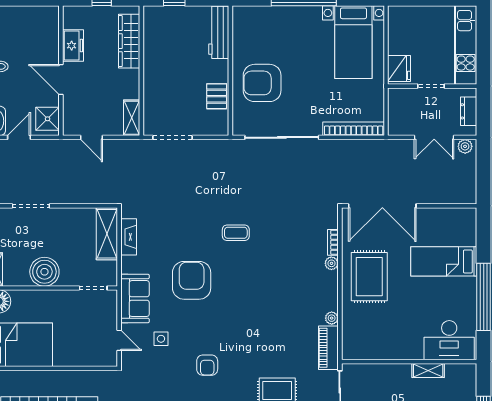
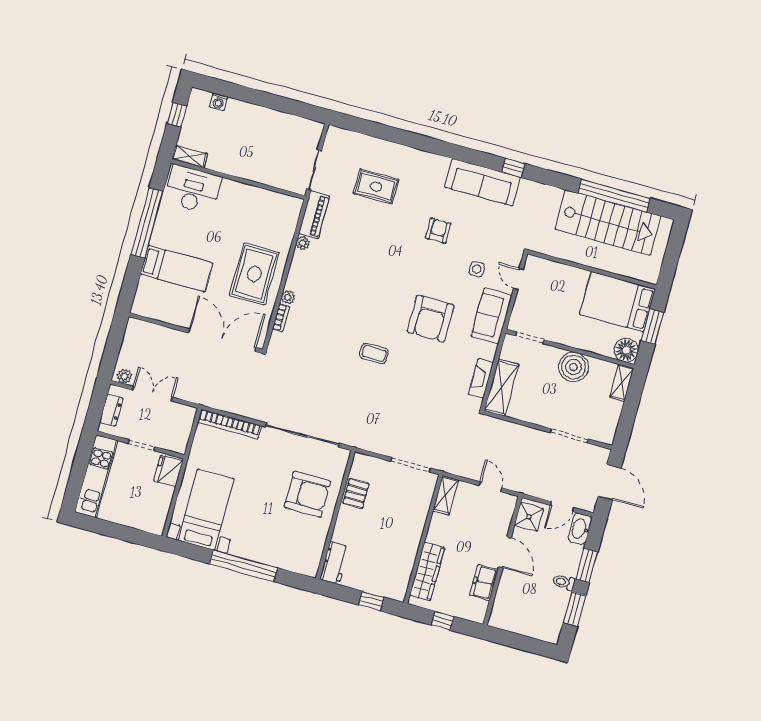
workbench: (219, 32) -> (334, 563), width x0.73
shelving: (428, 370) -> (190, 156), moved

